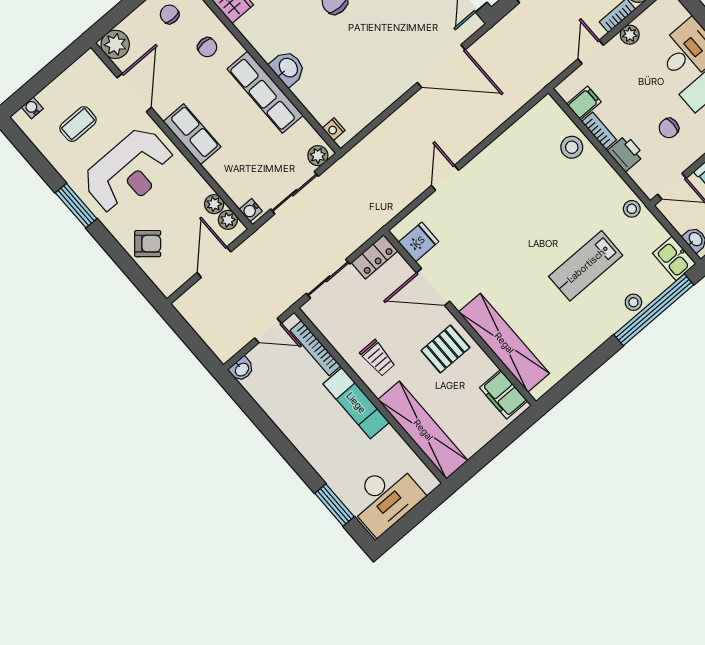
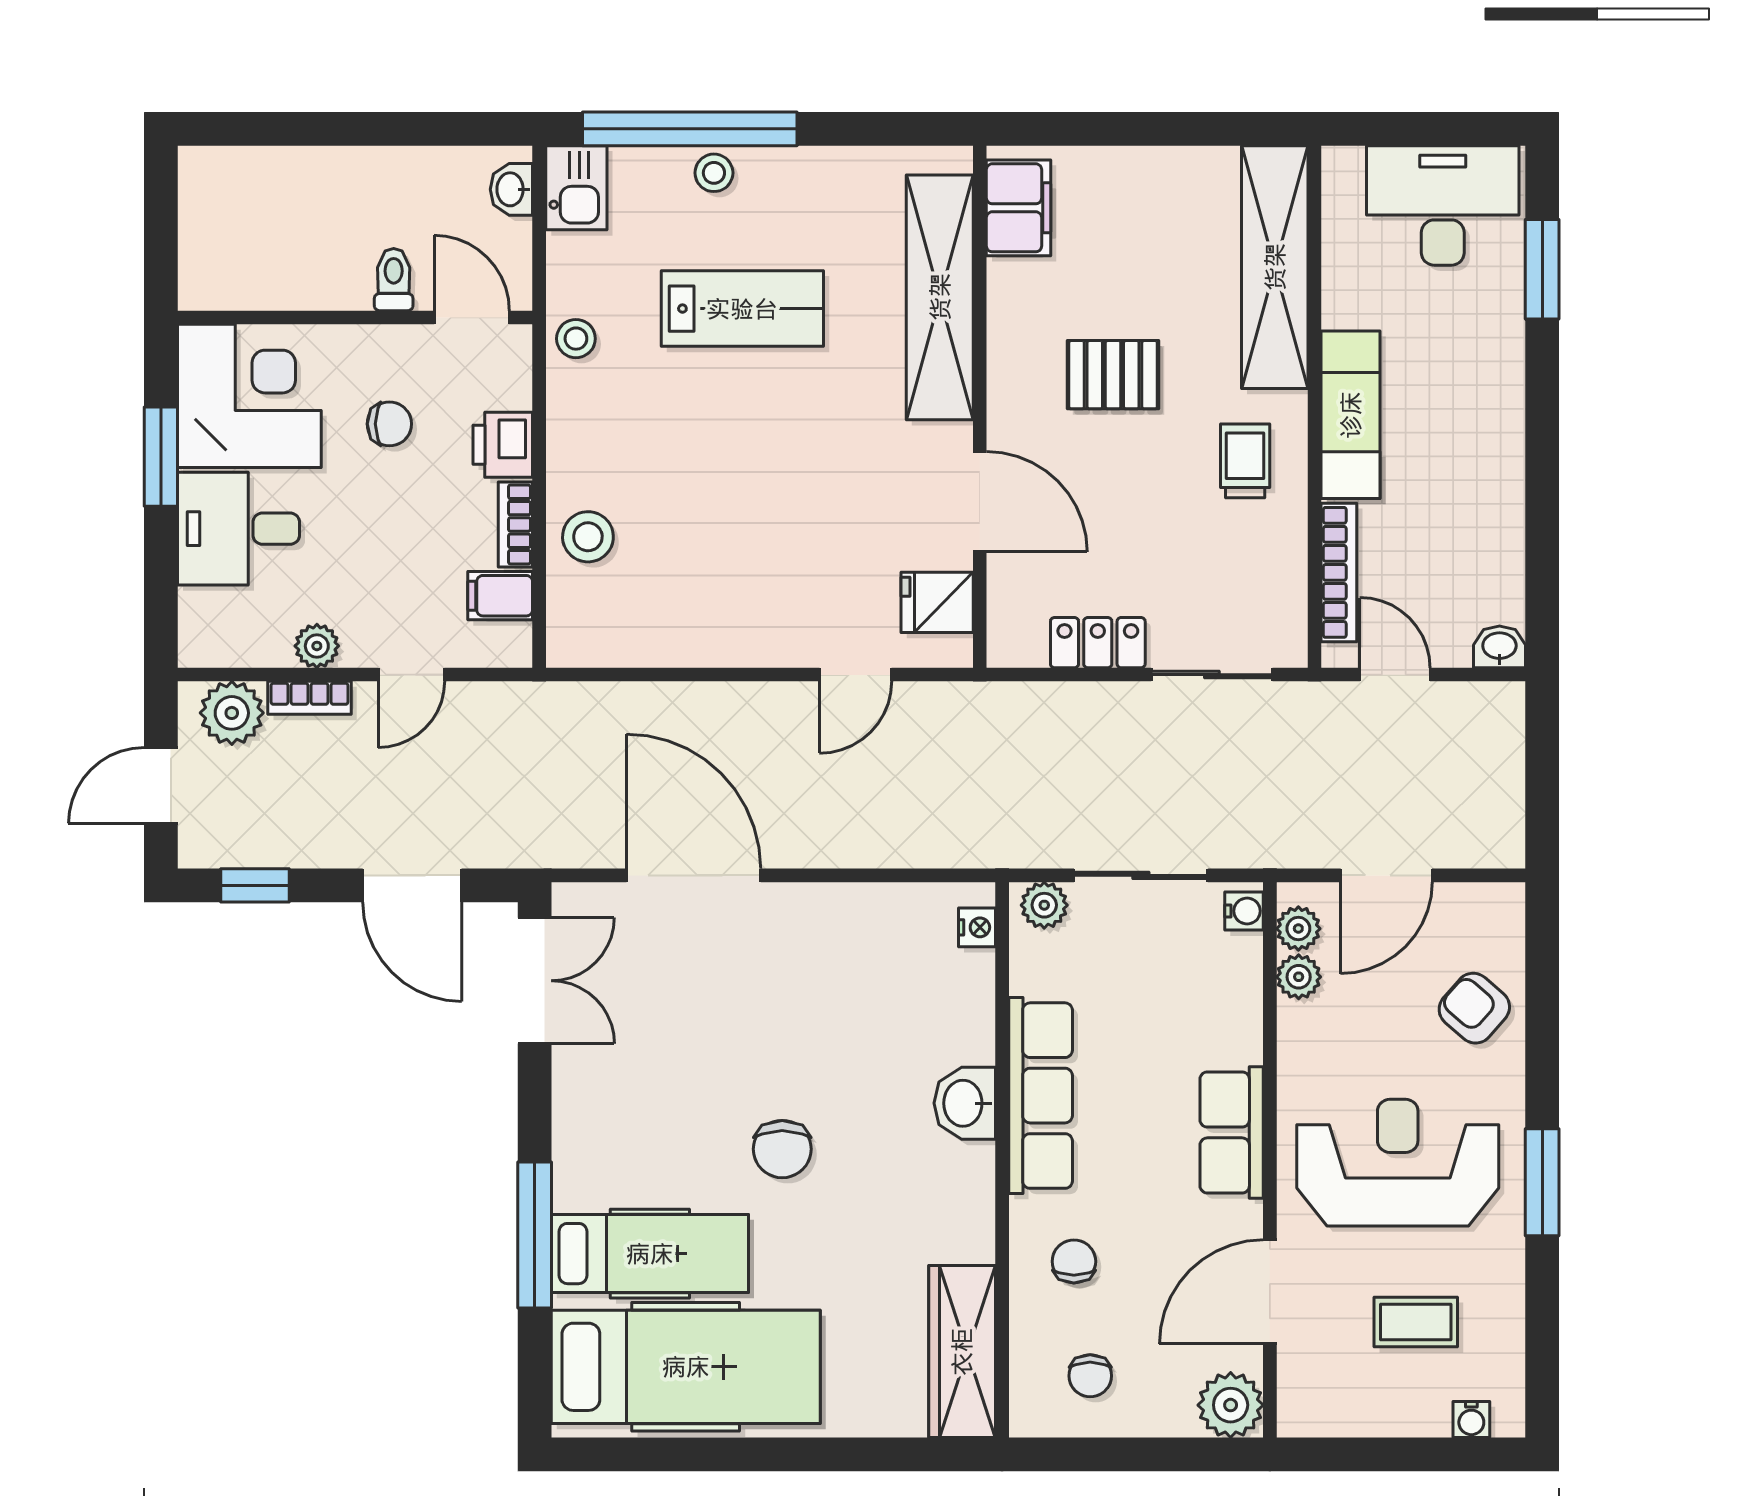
fridge: (419, 242) -> (937, 602), moved
door: (433, 287) -> (980, 502), moved
wall: (460, 318) -> (980, 407), moved
shelving: (504, 343) -> (940, 297), moved
filing cabinet: (504, 394) -> (1018, 208), moved

